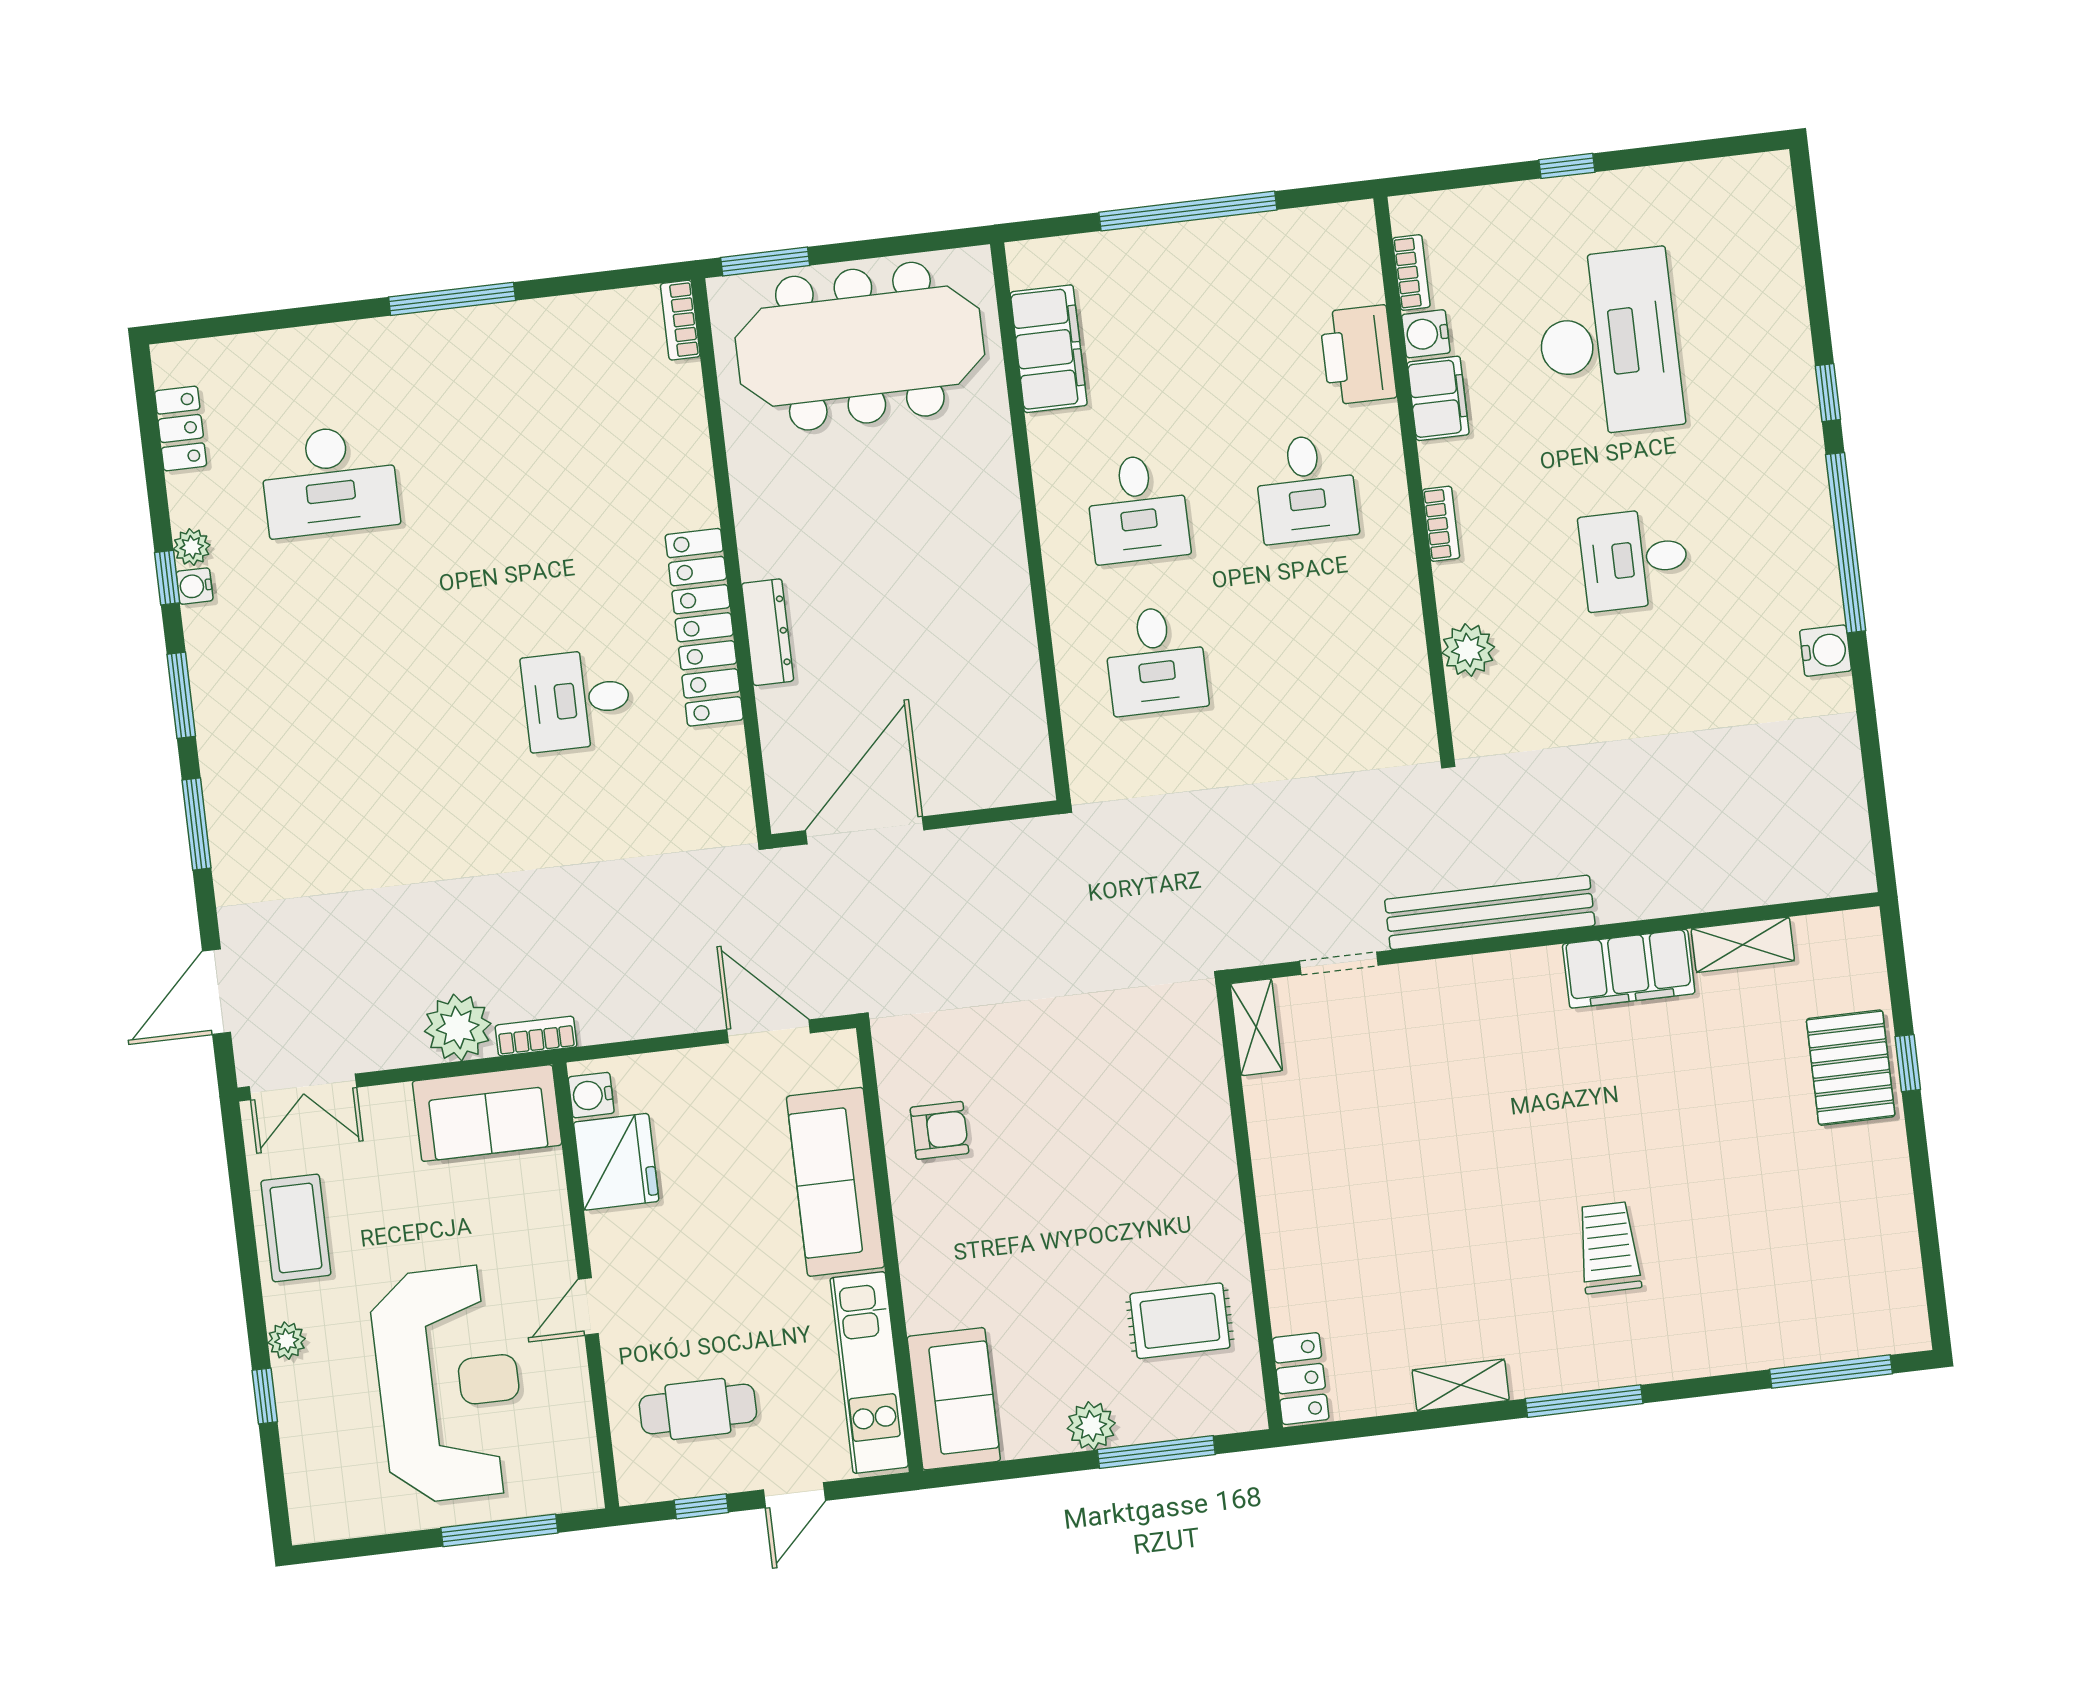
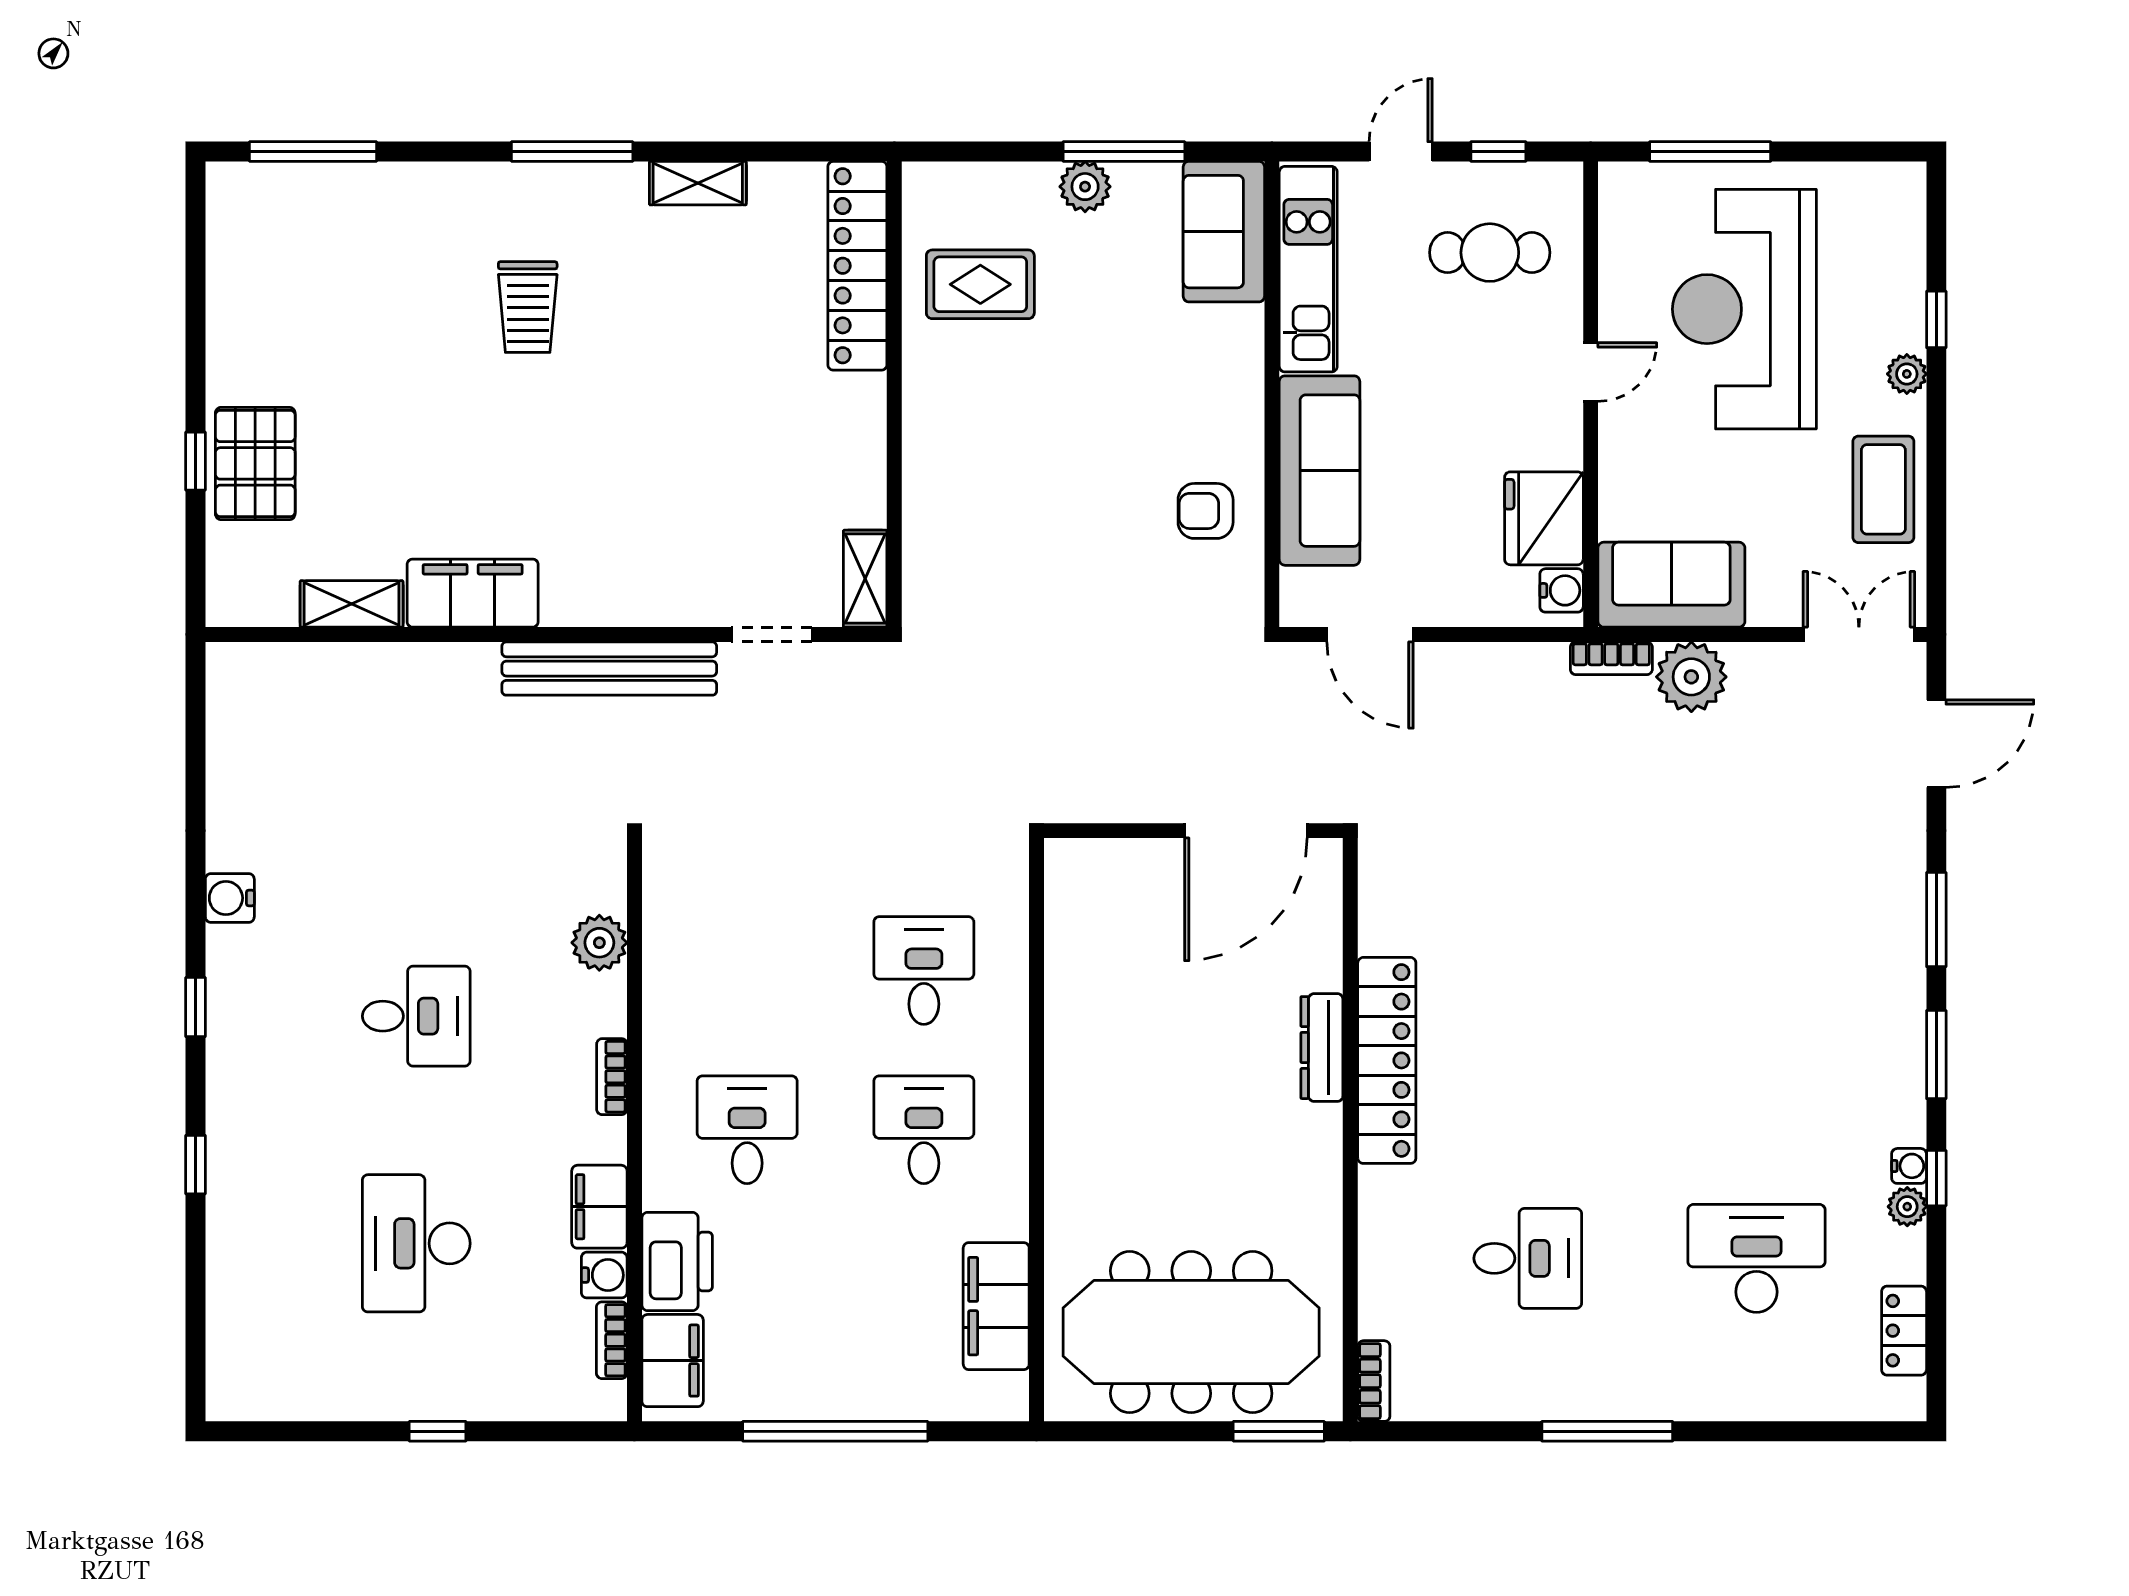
filing cabinet: (1351, 260) -> (673, 1361), added
desk: (1609, 343) -> (416, 1243), width x0.73, depth x0.77
window: (1846, 543) -> (196, 1007), width x0.32
desk: (577, 700) -> (1528, 1258), moved
locker: (1301, 1379) -> (857, 266), width x2.16, depth x1.21
window: (1156, 1452) -> (1124, 151), moved

